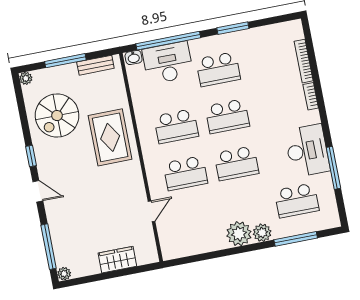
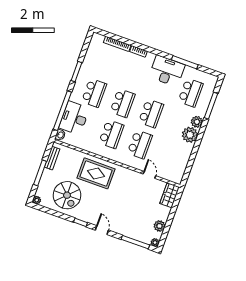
door: (38, 191) -> (102, 230), hinge flipped
wardrobe: (117, 260) -> (170, 195), moved
plant: (90, 266) -> (159, 226), added

